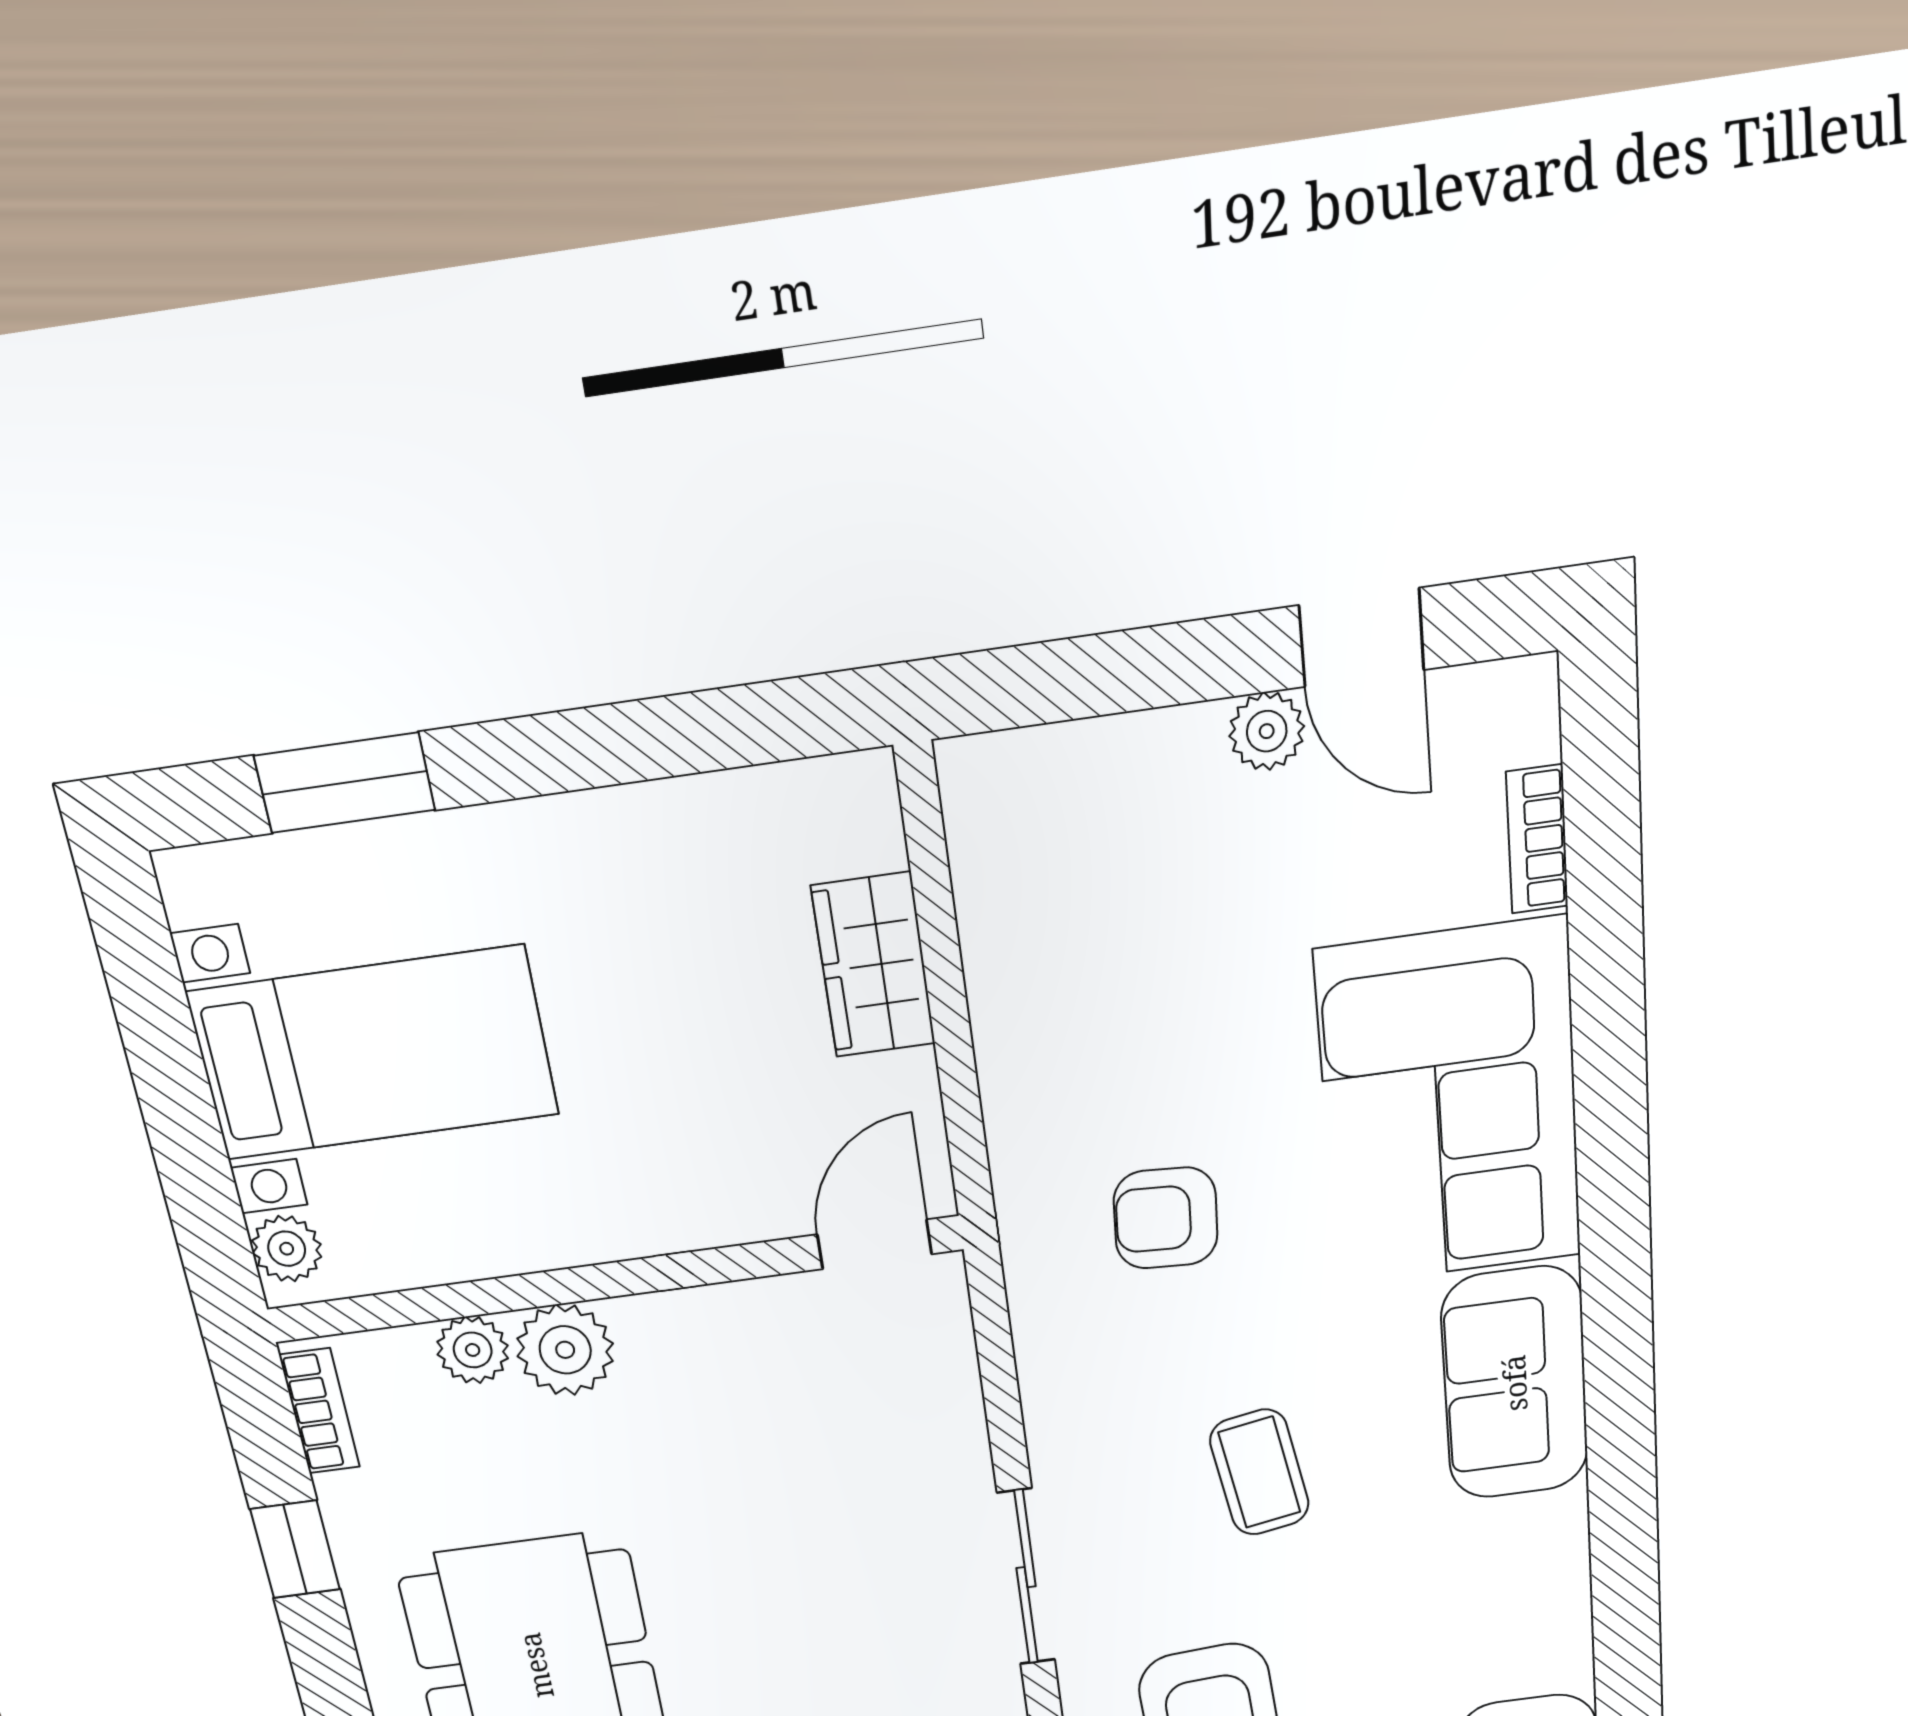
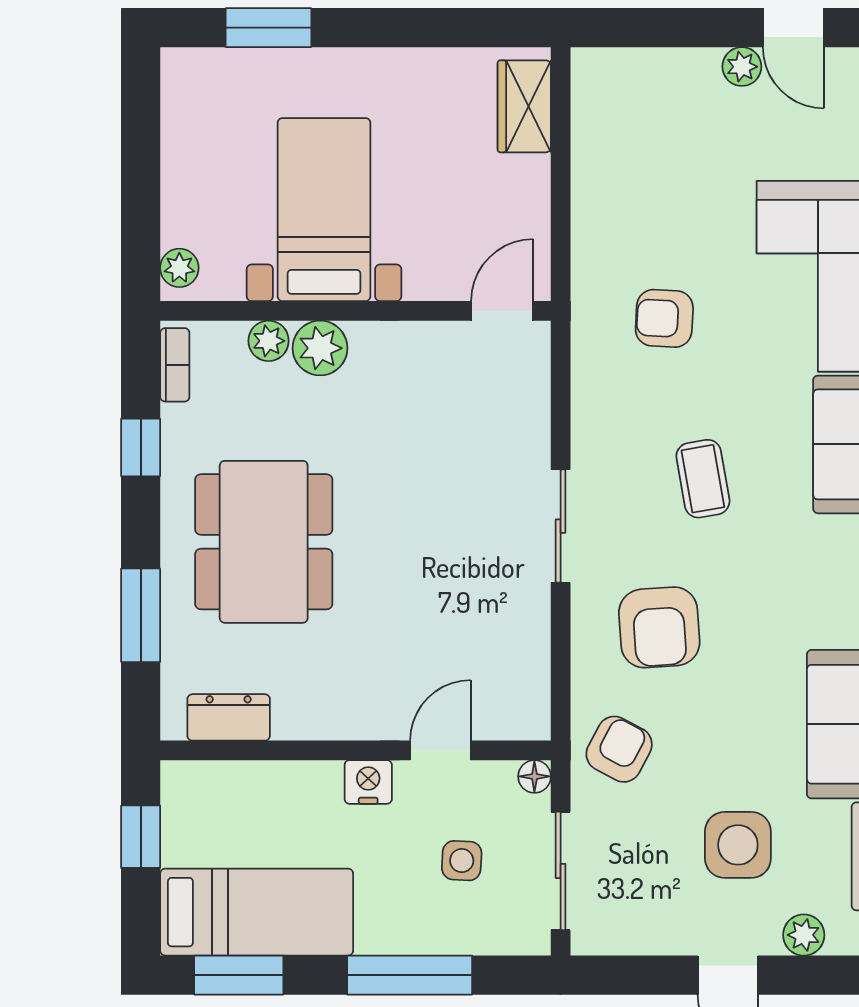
wardrobe: (873, 965) -> (524, 106), moved
bed with nightstands: (374, 1053) -> (324, 210), moved, turned -90

